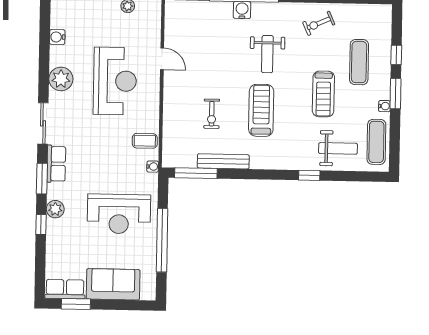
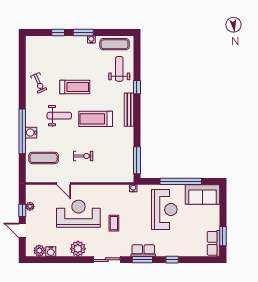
door: (162, 59) -> (64, 184), swing flipped
exercise mat: (359, 62) -> (44, 158), moved
treadmill: (323, 94) -> (75, 87), moved
exercise bike: (212, 114) -> (83, 156), moved
coffee table: (145, 141) -> (114, 223), moved
bench: (223, 161) -> (129, 110), moved
row of seats: (56, 164) -> (143, 251), moved
plant: (55, 209) -> (39, 251), moved
sofa: (113, 284) -> (203, 195), moved, turned -90

